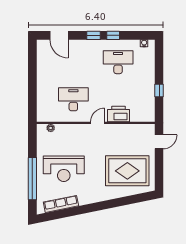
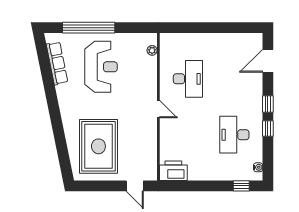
desk: (118, 62) -> (234, 135), turned 180
window: (159, 91) -> (241, 186), moved
printer: (119, 114) -> (173, 171), moved, turned -90
reception desk: (64, 169) -> (101, 67), turned 180

